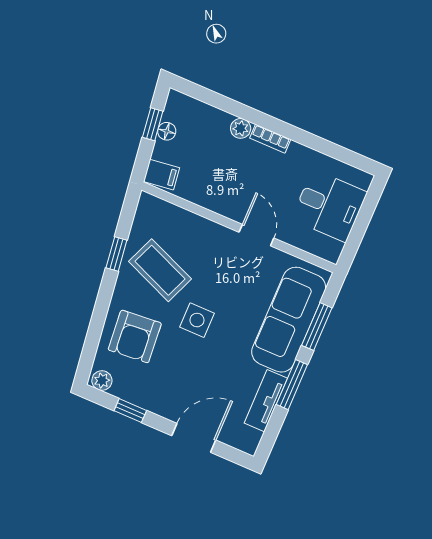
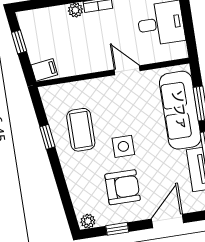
floor lamp: (167, 131) -> (31, 41), removed
coffee table: (160, 270) -> (81, 130), turned 68
armchair: (135, 336) -> (123, 187), moved, turned -85

